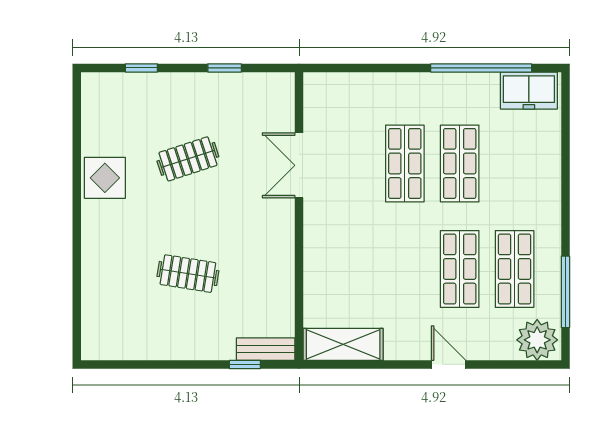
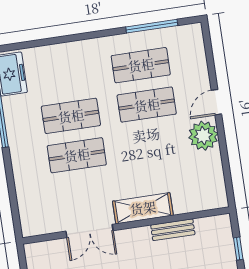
plant: (537, 340) -> (203, 136), moved
shelving: (343, 344) -> (143, 208), moved, turned 90
bench: (266, 349) -> (173, 230), moved, turned 90

